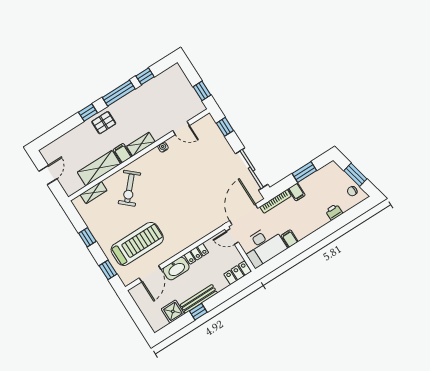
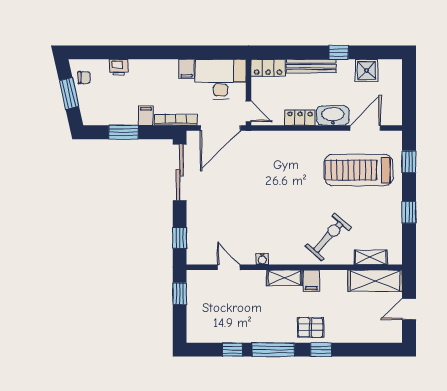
shelving: (99, 168) -> (375, 281), moved
bench: (199, 299) -> (311, 66), moved

